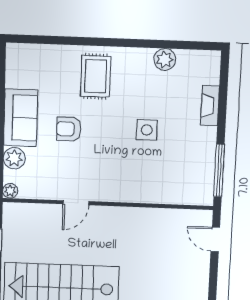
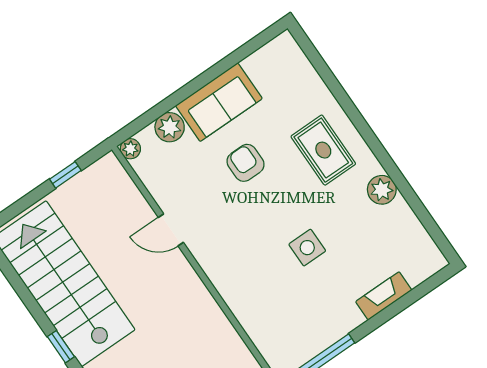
plant: (165, 59) -> (382, 190), moved
rug: (96, 76) -> (323, 150), turned 90

